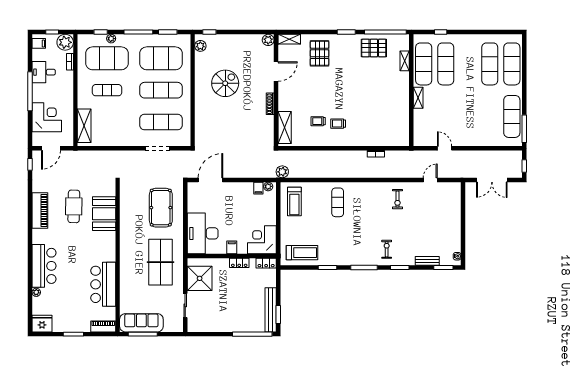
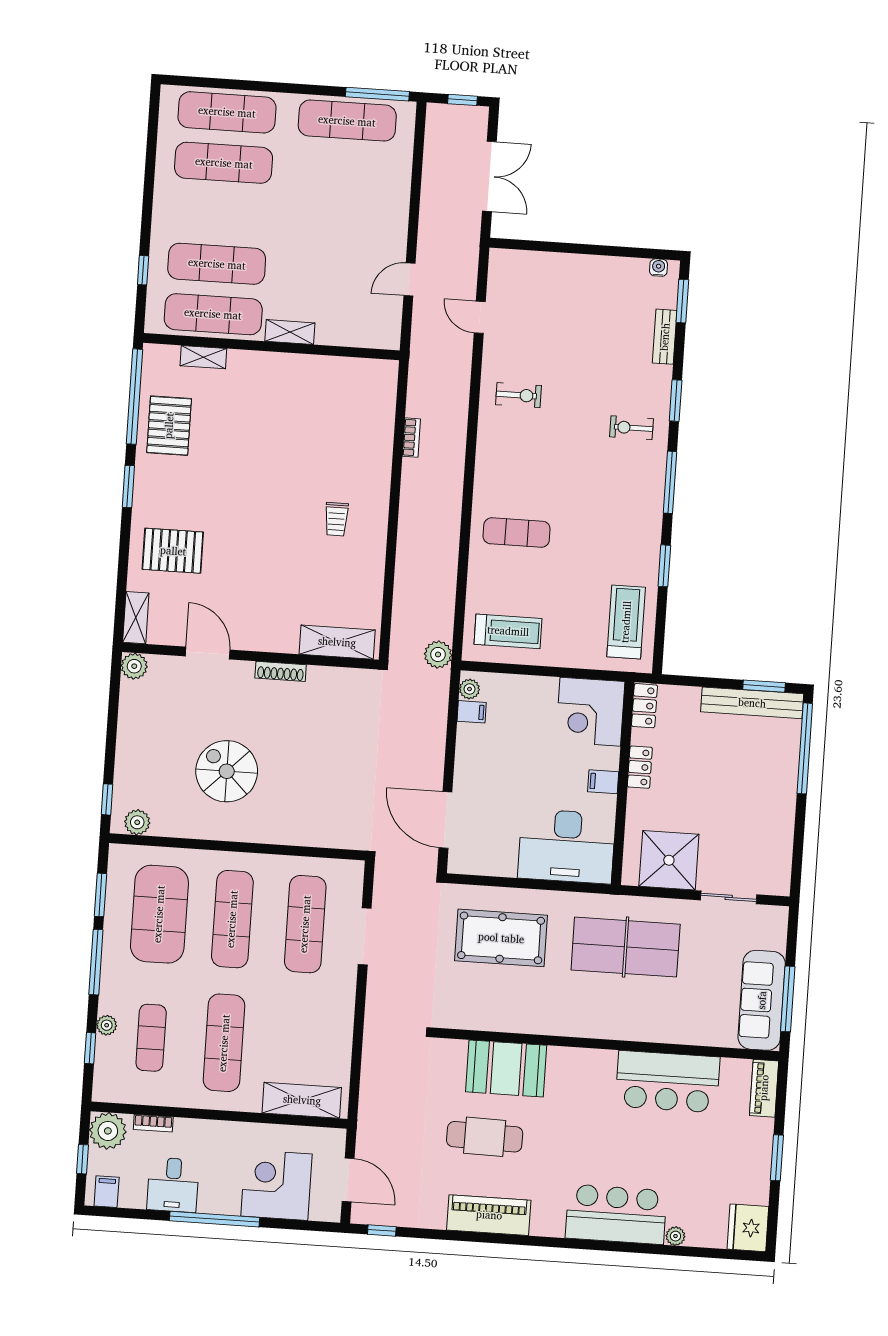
exercise mat: (107, 58) -> (151, 1038), width x0.50, depth x0.69
exercise mat: (107, 90) -> (224, 1043), width x1.36, depth x1.45
trolley: (318, 121) -> (328, 564), removed

